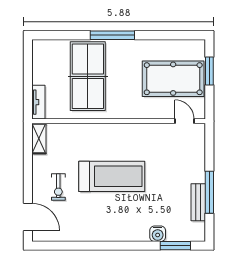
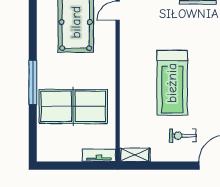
treadmill: (112, 176) -> (172, 83), turned 180
exercise bike: (58, 187) -> (183, 136), turned 180

